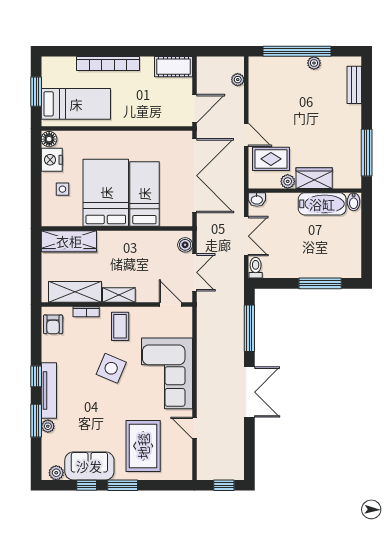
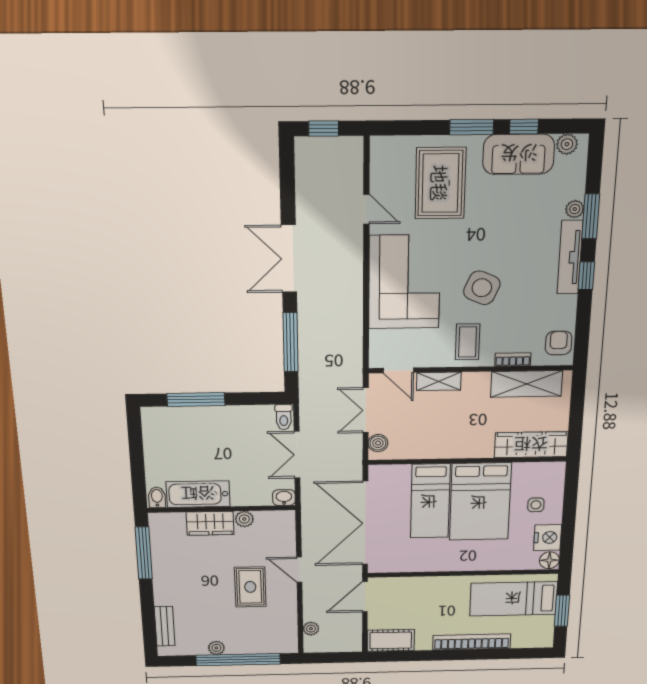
rug: (271, 159) -> (250, 587), moved, turned 90
shelving: (119, 295) -> (439, 381), moved

